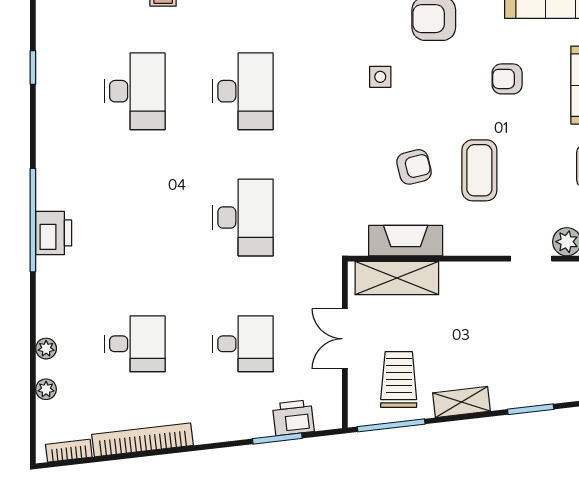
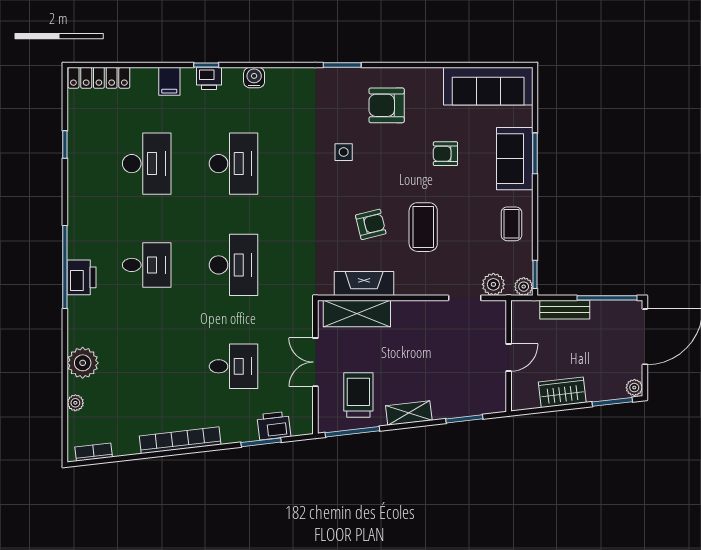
desk: (135, 344) -> (147, 265), moved
plant: (46, 349) -> (83, 363), width x1.87, depth x1.87
bookcase: (142, 440) -> (180, 440), moved

